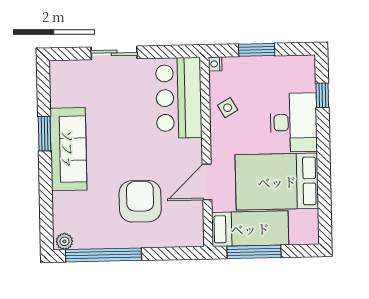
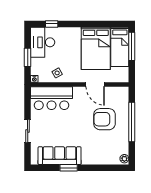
desk: (294, 122) -> (43, 42), moved, turned -90
sofa: (68, 149) -> (60, 156), moved
bed: (250, 229) -> (120, 47), moved, turned 180
window: (254, 252) -> (132, 46), moved
window: (104, 255) -> (132, 122), moved

